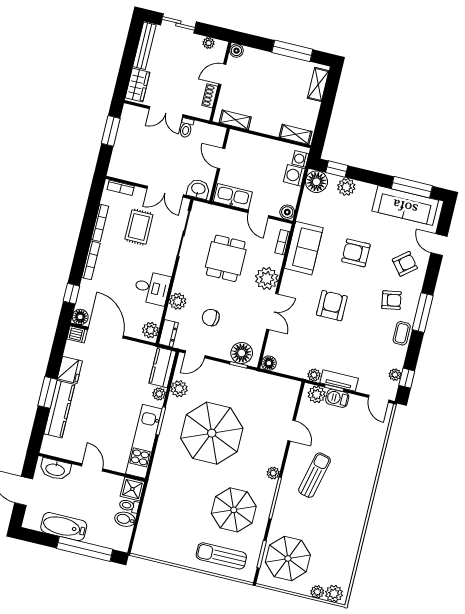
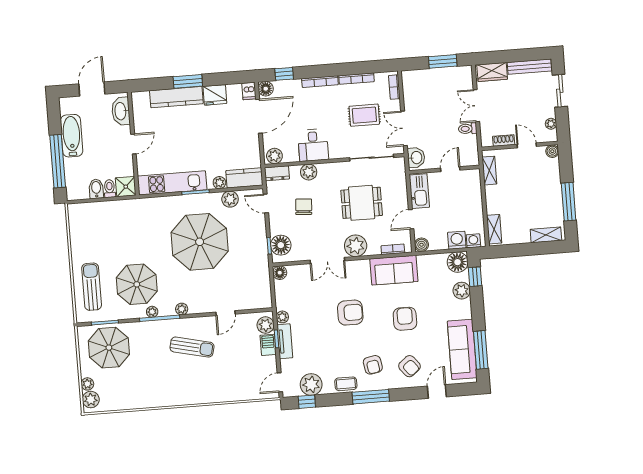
plant: (395, 375) -> (311, 385), width x1.87, depth x1.87
plant: (266, 504) -> (152, 312), added

